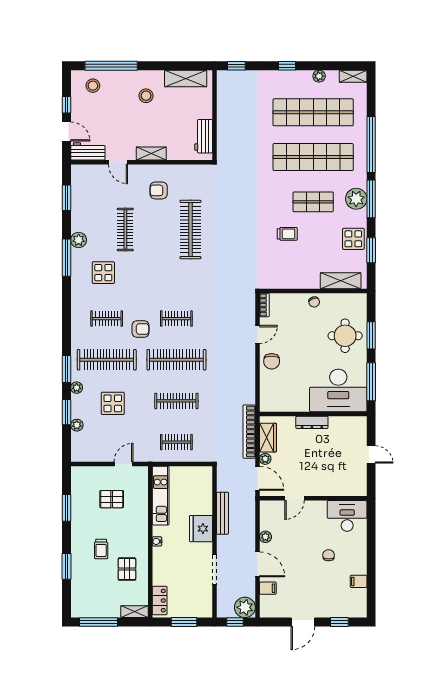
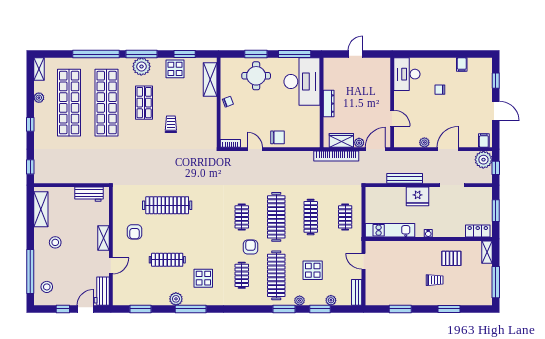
bench: (86, 456) -> (357, 292), added
pallet: (112, 499) -> (393, 271), removed
filing cabinet: (268, 588) -> (484, 141), moved

